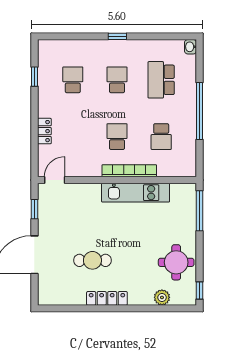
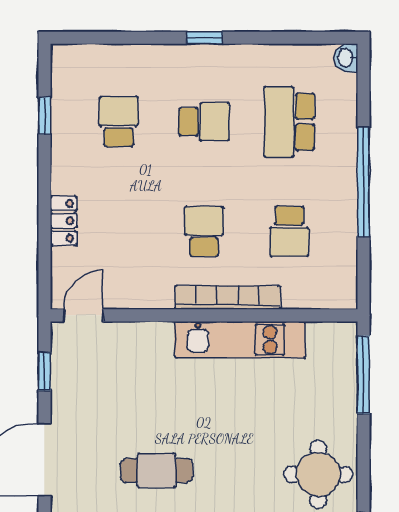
school desk: (117, 80) -> (204, 122), turned 90

